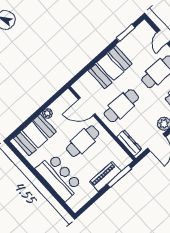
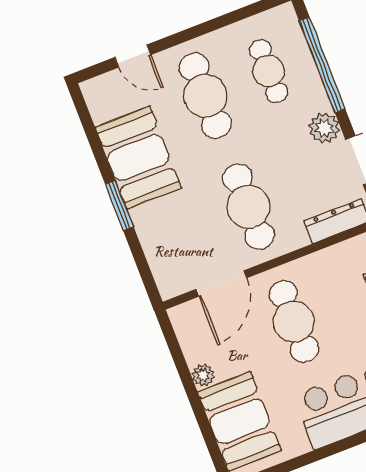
window: (126, 33) -> (119, 205), moved
booth: (110, 67) -> (138, 158), moved

